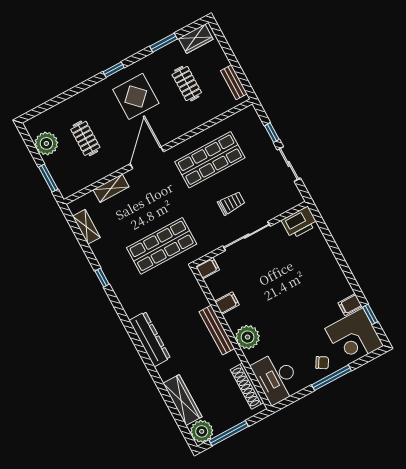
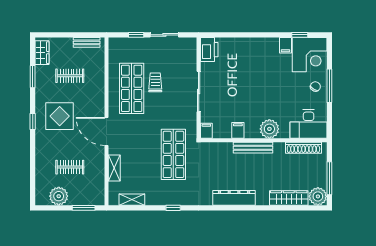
trolley: (231, 203) -> (155, 82), moved

